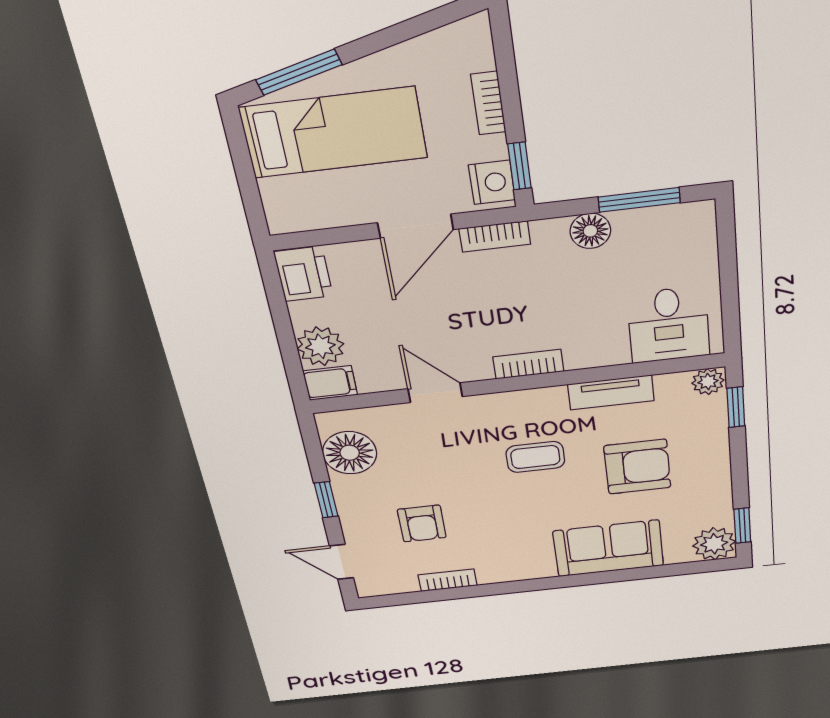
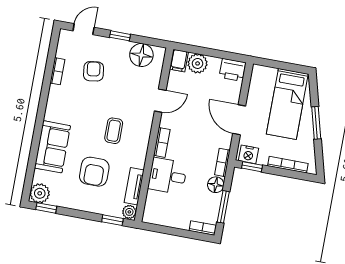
window: (299, 72) -> (316, 123), moved
bookcase: (488, 103) -> (288, 165), width x1.56
bookcase: (704, 228) -> (203, 228), added
bookcase: (495, 236) -> (222, 163), moved
desk: (668, 325) -> (168, 176), moved
tv unit: (611, 392) -> (134, 186), moved
armchair: (422, 524) -> (94, 71), turned 82

